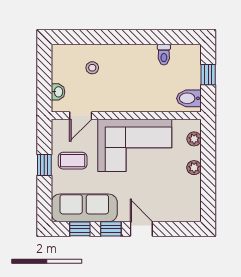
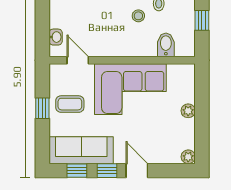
stool: (92, 68) -> (138, 16), moved
bidet: (189, 98) -> (166, 45), moved, turned 90
door: (81, 116) -> (78, 60), swing flipped
plant: (194, 139) -> (188, 157), moved

